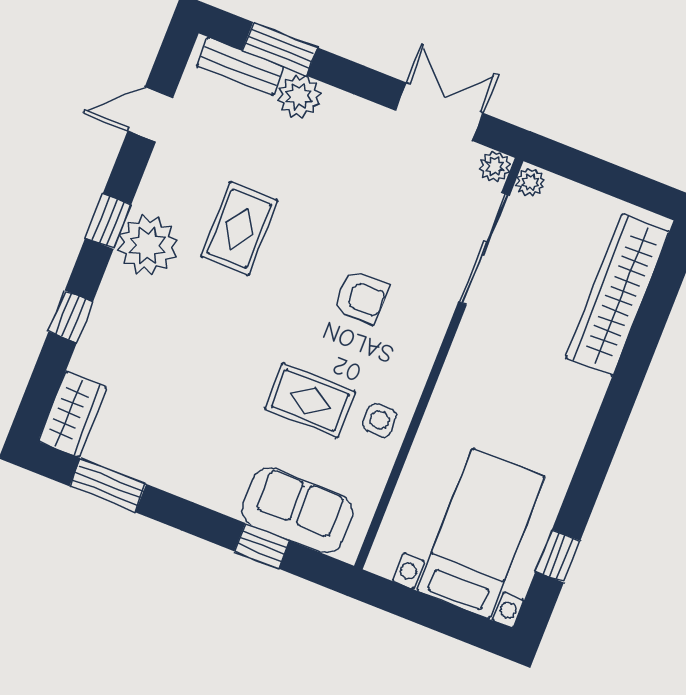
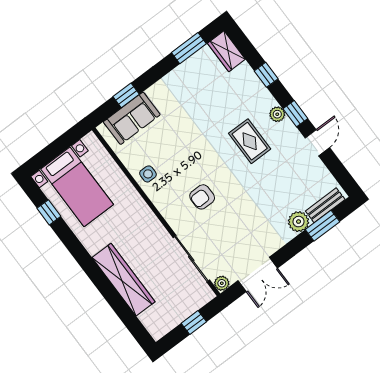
door: (150, 114) -> (317, 143), moved
window: (596, 174) -> (194, 322), added
plant: (530, 183) -> (207, 294), removed
rug: (239, 229) -> (250, 141), moved
plant: (148, 245) -> (277, 114), width x0.53, depth x0.53
wardrobe: (617, 295) -> (124, 280), moved
rug: (310, 400) -> (173, 151), removed

